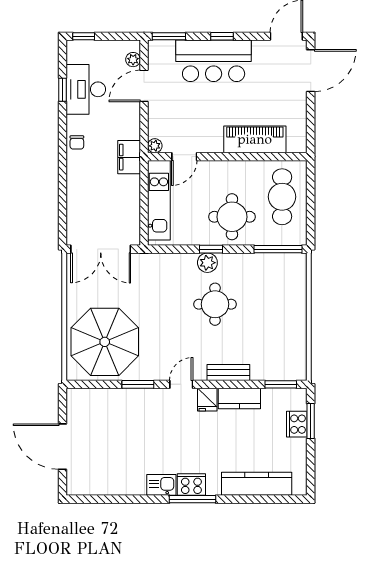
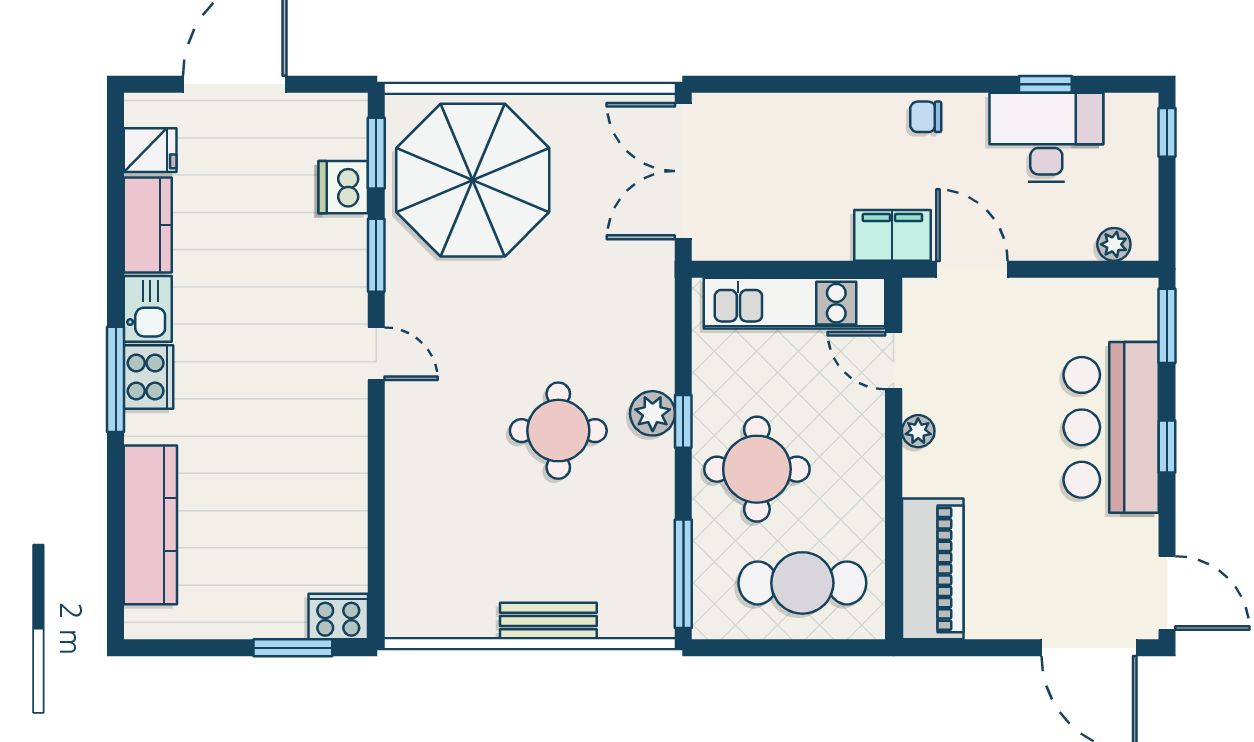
door: (144, 86) -> (972, 269), moved
piano: (255, 139) -> (933, 569), moved
plant: (155, 146) -> (918, 431), moved
bench: (228, 373) -> (548, 621), moved, turned 90
window: (281, 384) -> (376, 153), moved
dishwasher: (108, 399) -> (343, 187), added
kitchen counter: (239, 399) -> (148, 225), moved, turned 180
fridge: (207, 400) -> (150, 150), moved, turned 180
cooker: (297, 424) -> (338, 616), moved

